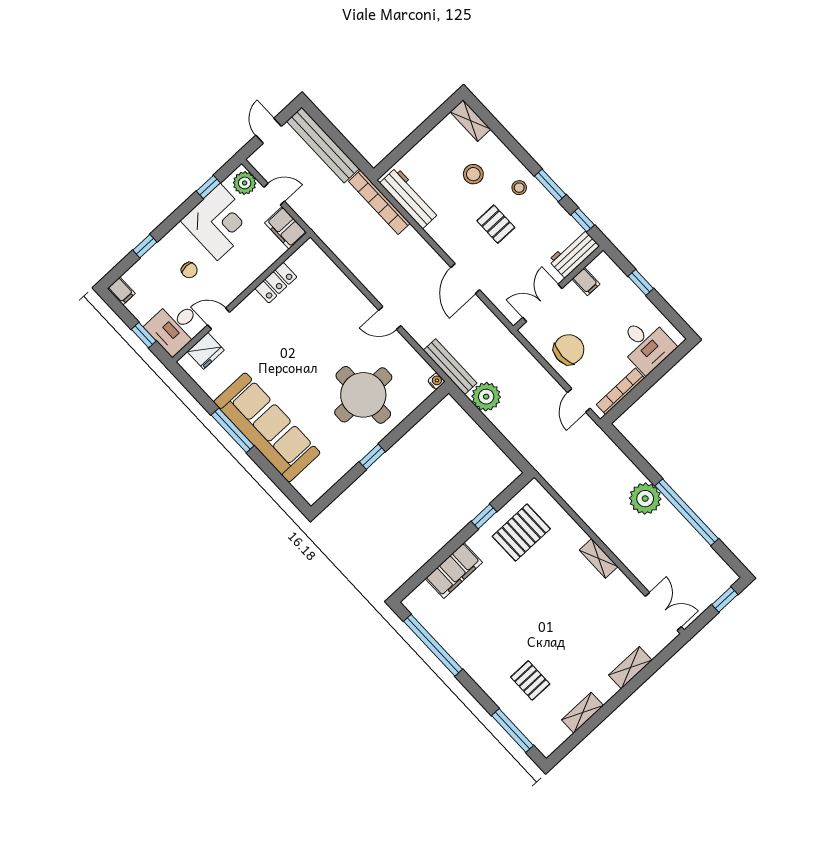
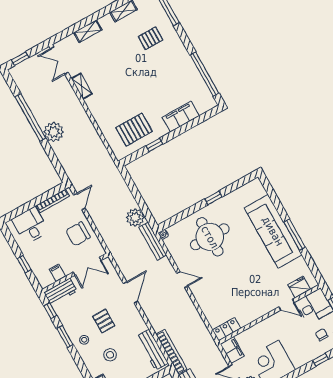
chair: (189, 270) -> (322, 335), moved
locker: (276, 283) -> (227, 329), moved
shelving: (599, 558) -> (82, 86), moved
pallet: (530, 680) -> (151, 38), turned 90

